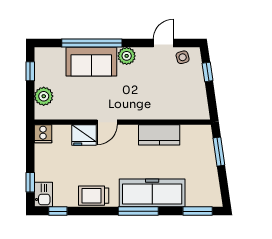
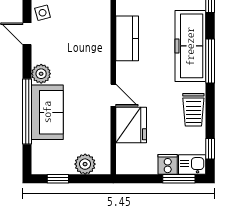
cooker: (43, 134) -> (168, 164), moved, turned -90
fridge: (84, 135) -> (131, 125), width x1.36, depth x1.34
window: (30, 182) -> (179, 179), width x1.50

